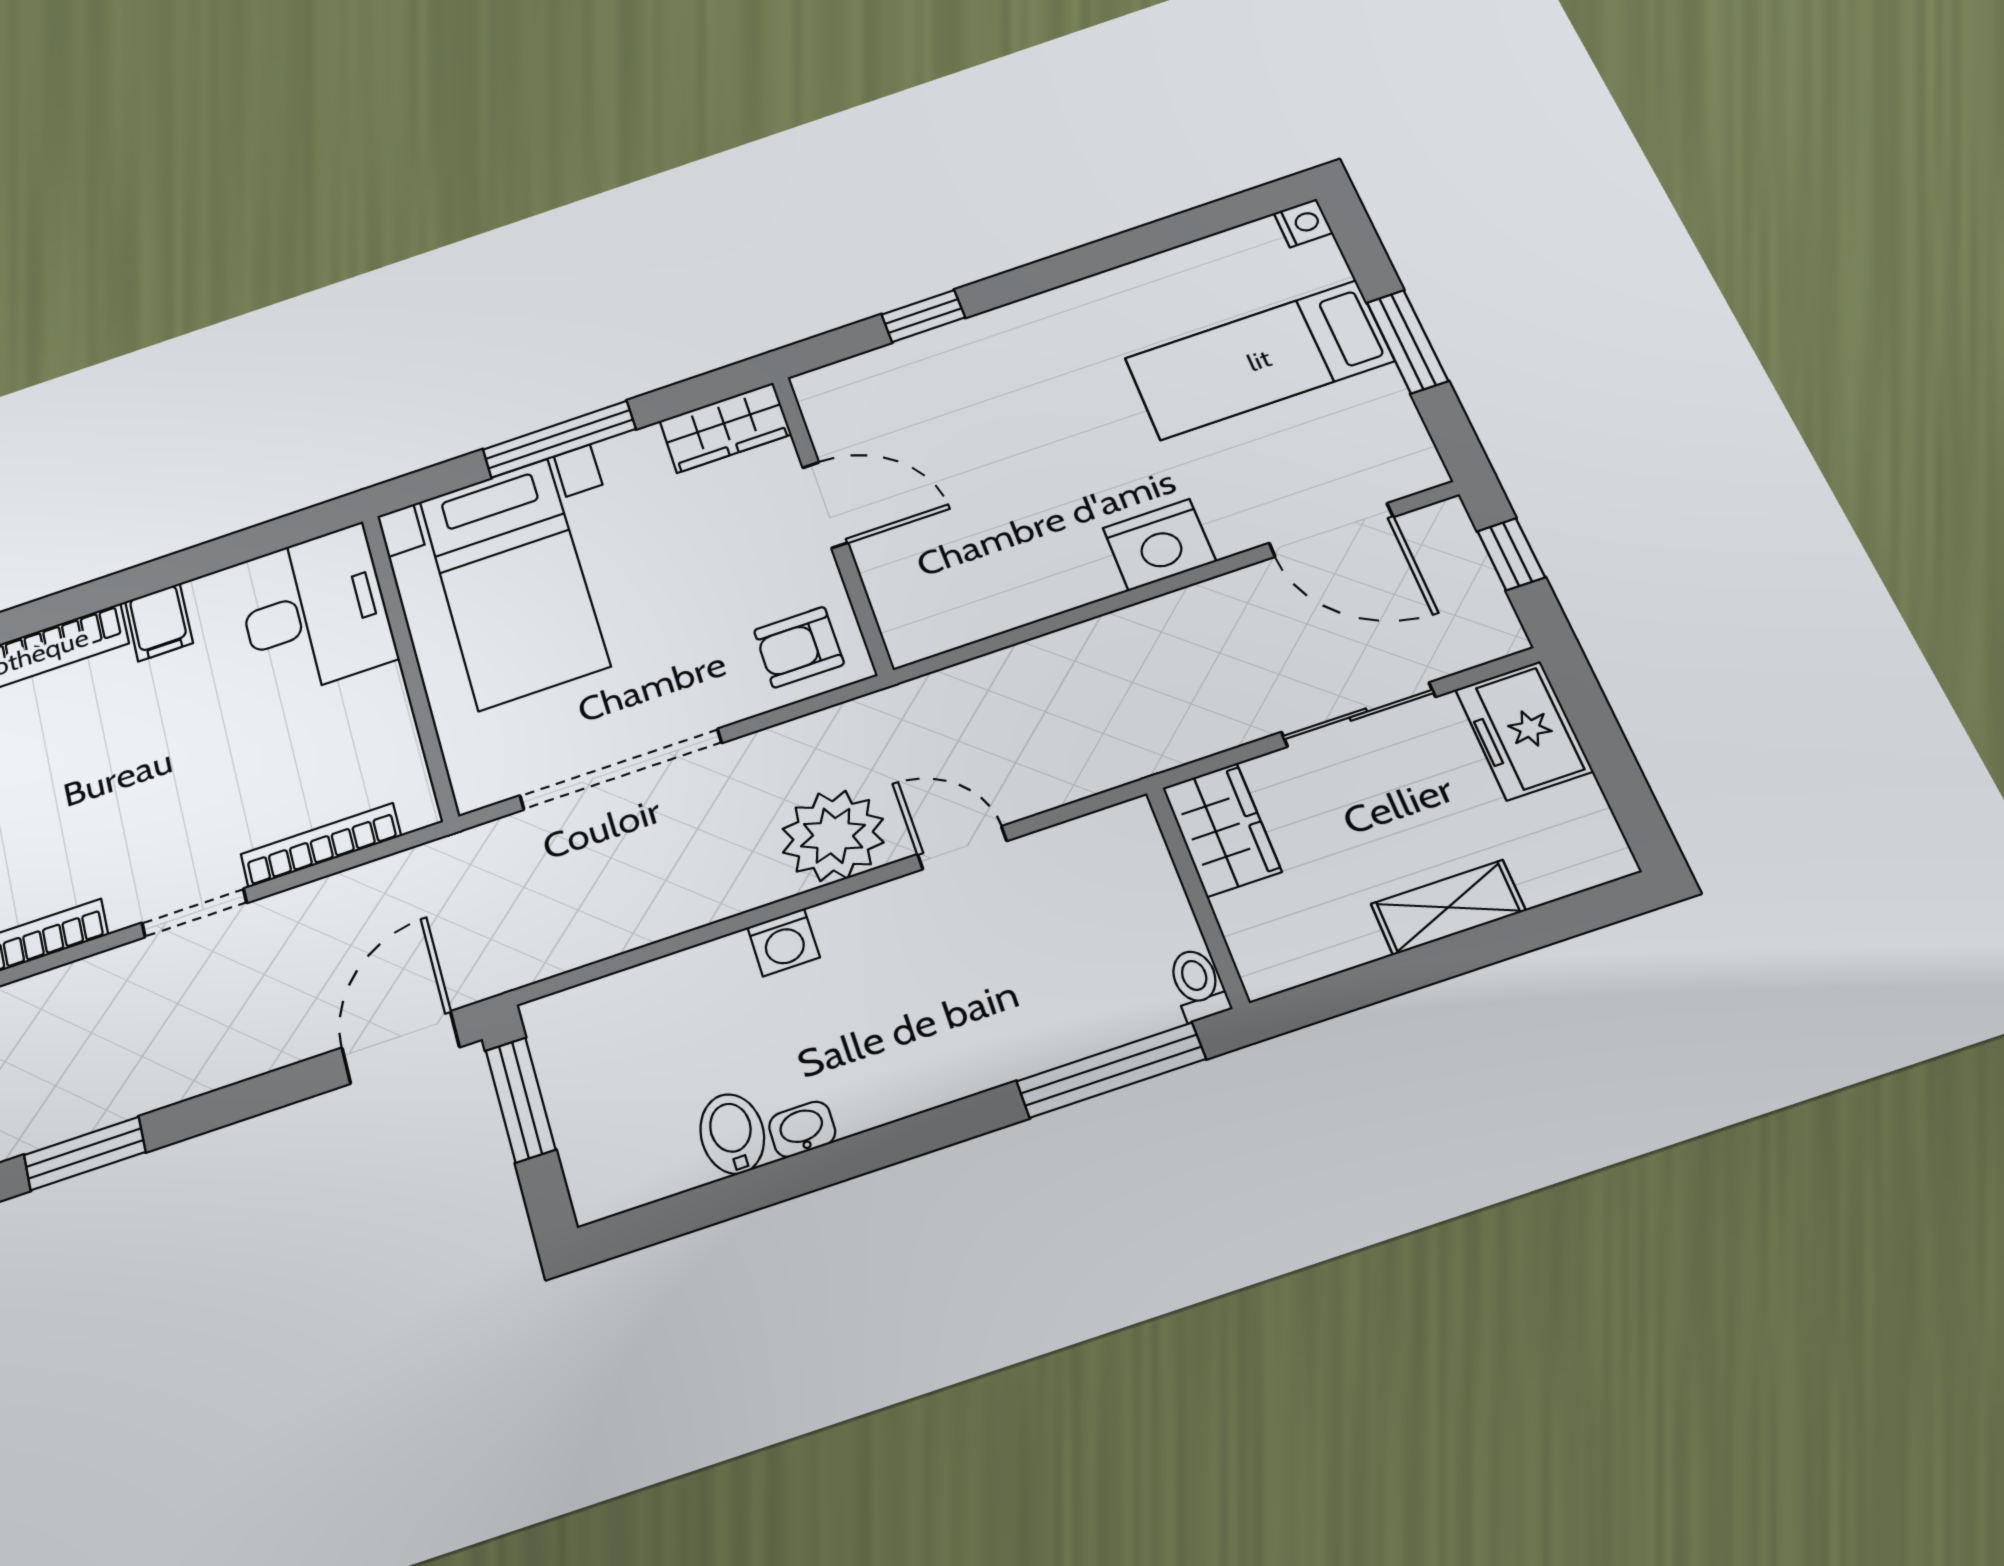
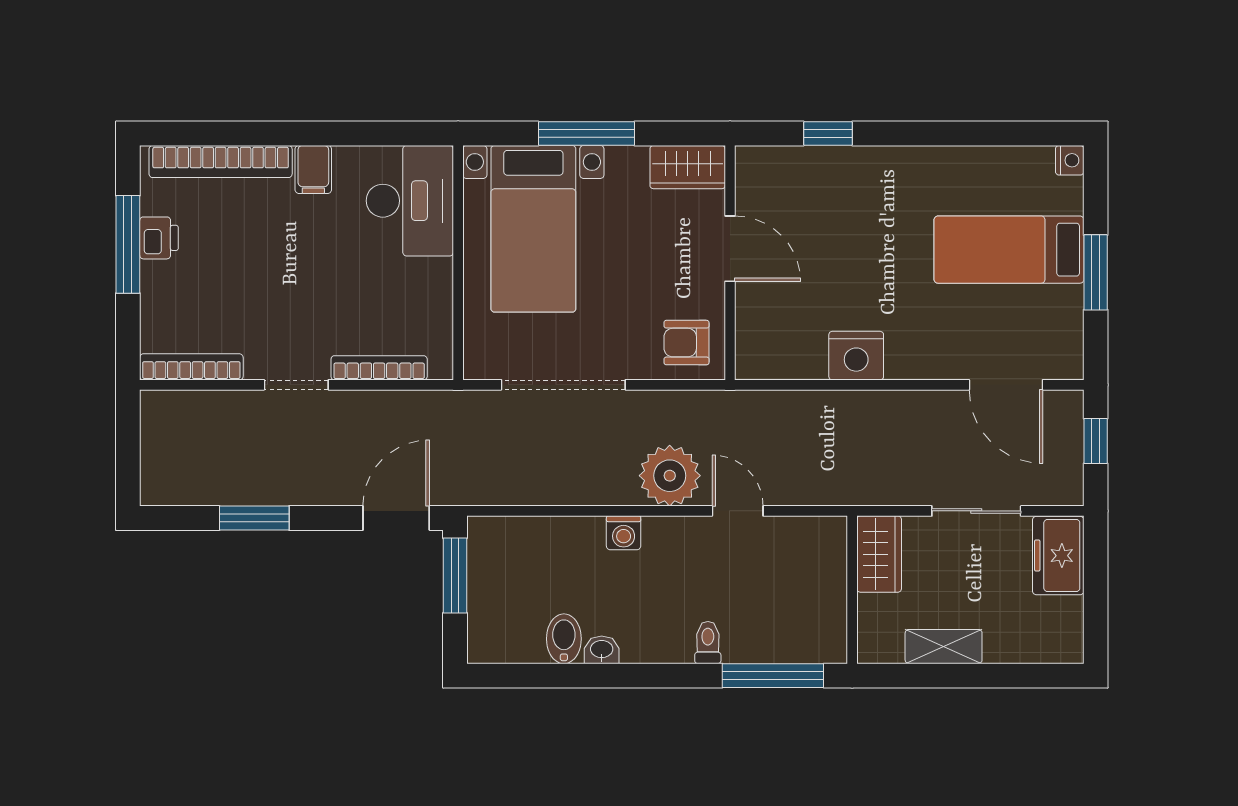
nightstand: (1159, 545) -> (856, 356), moved
shelving: (1448, 907) -> (944, 647), moved
toilet: (1198, 984) -> (708, 643), moved
window: (85, 1154) -> (254, 518), moved

